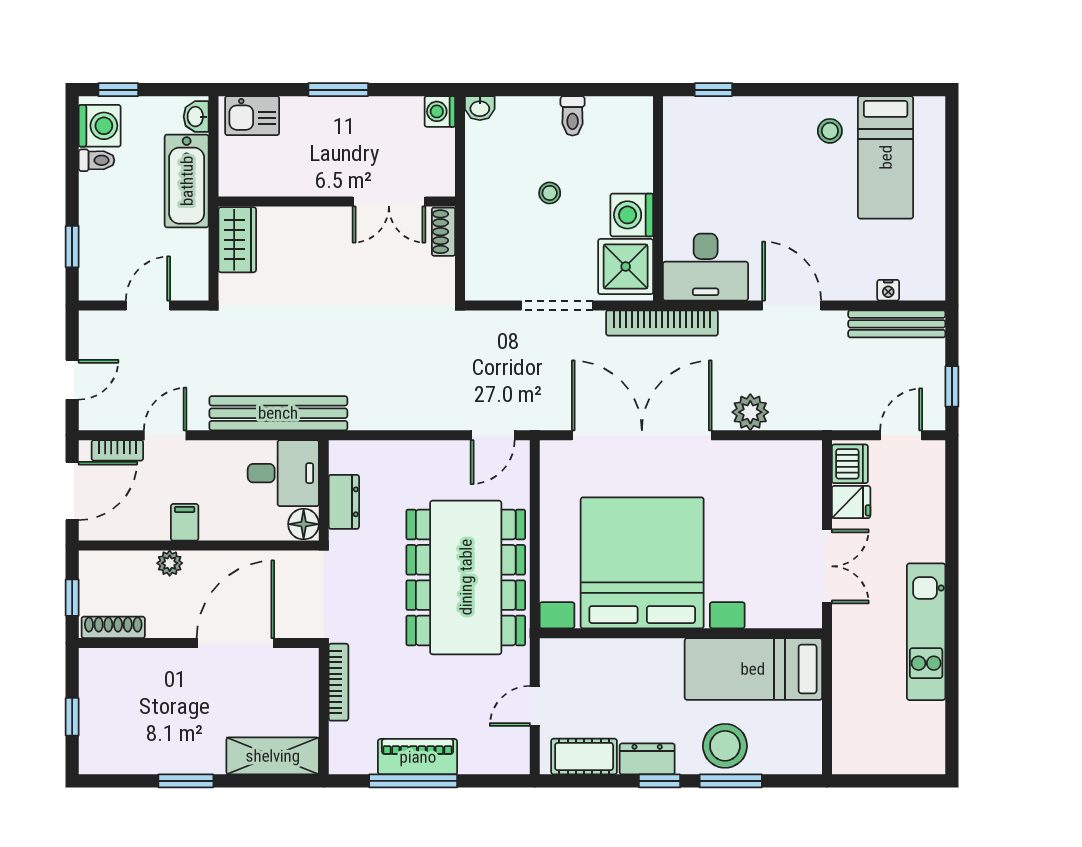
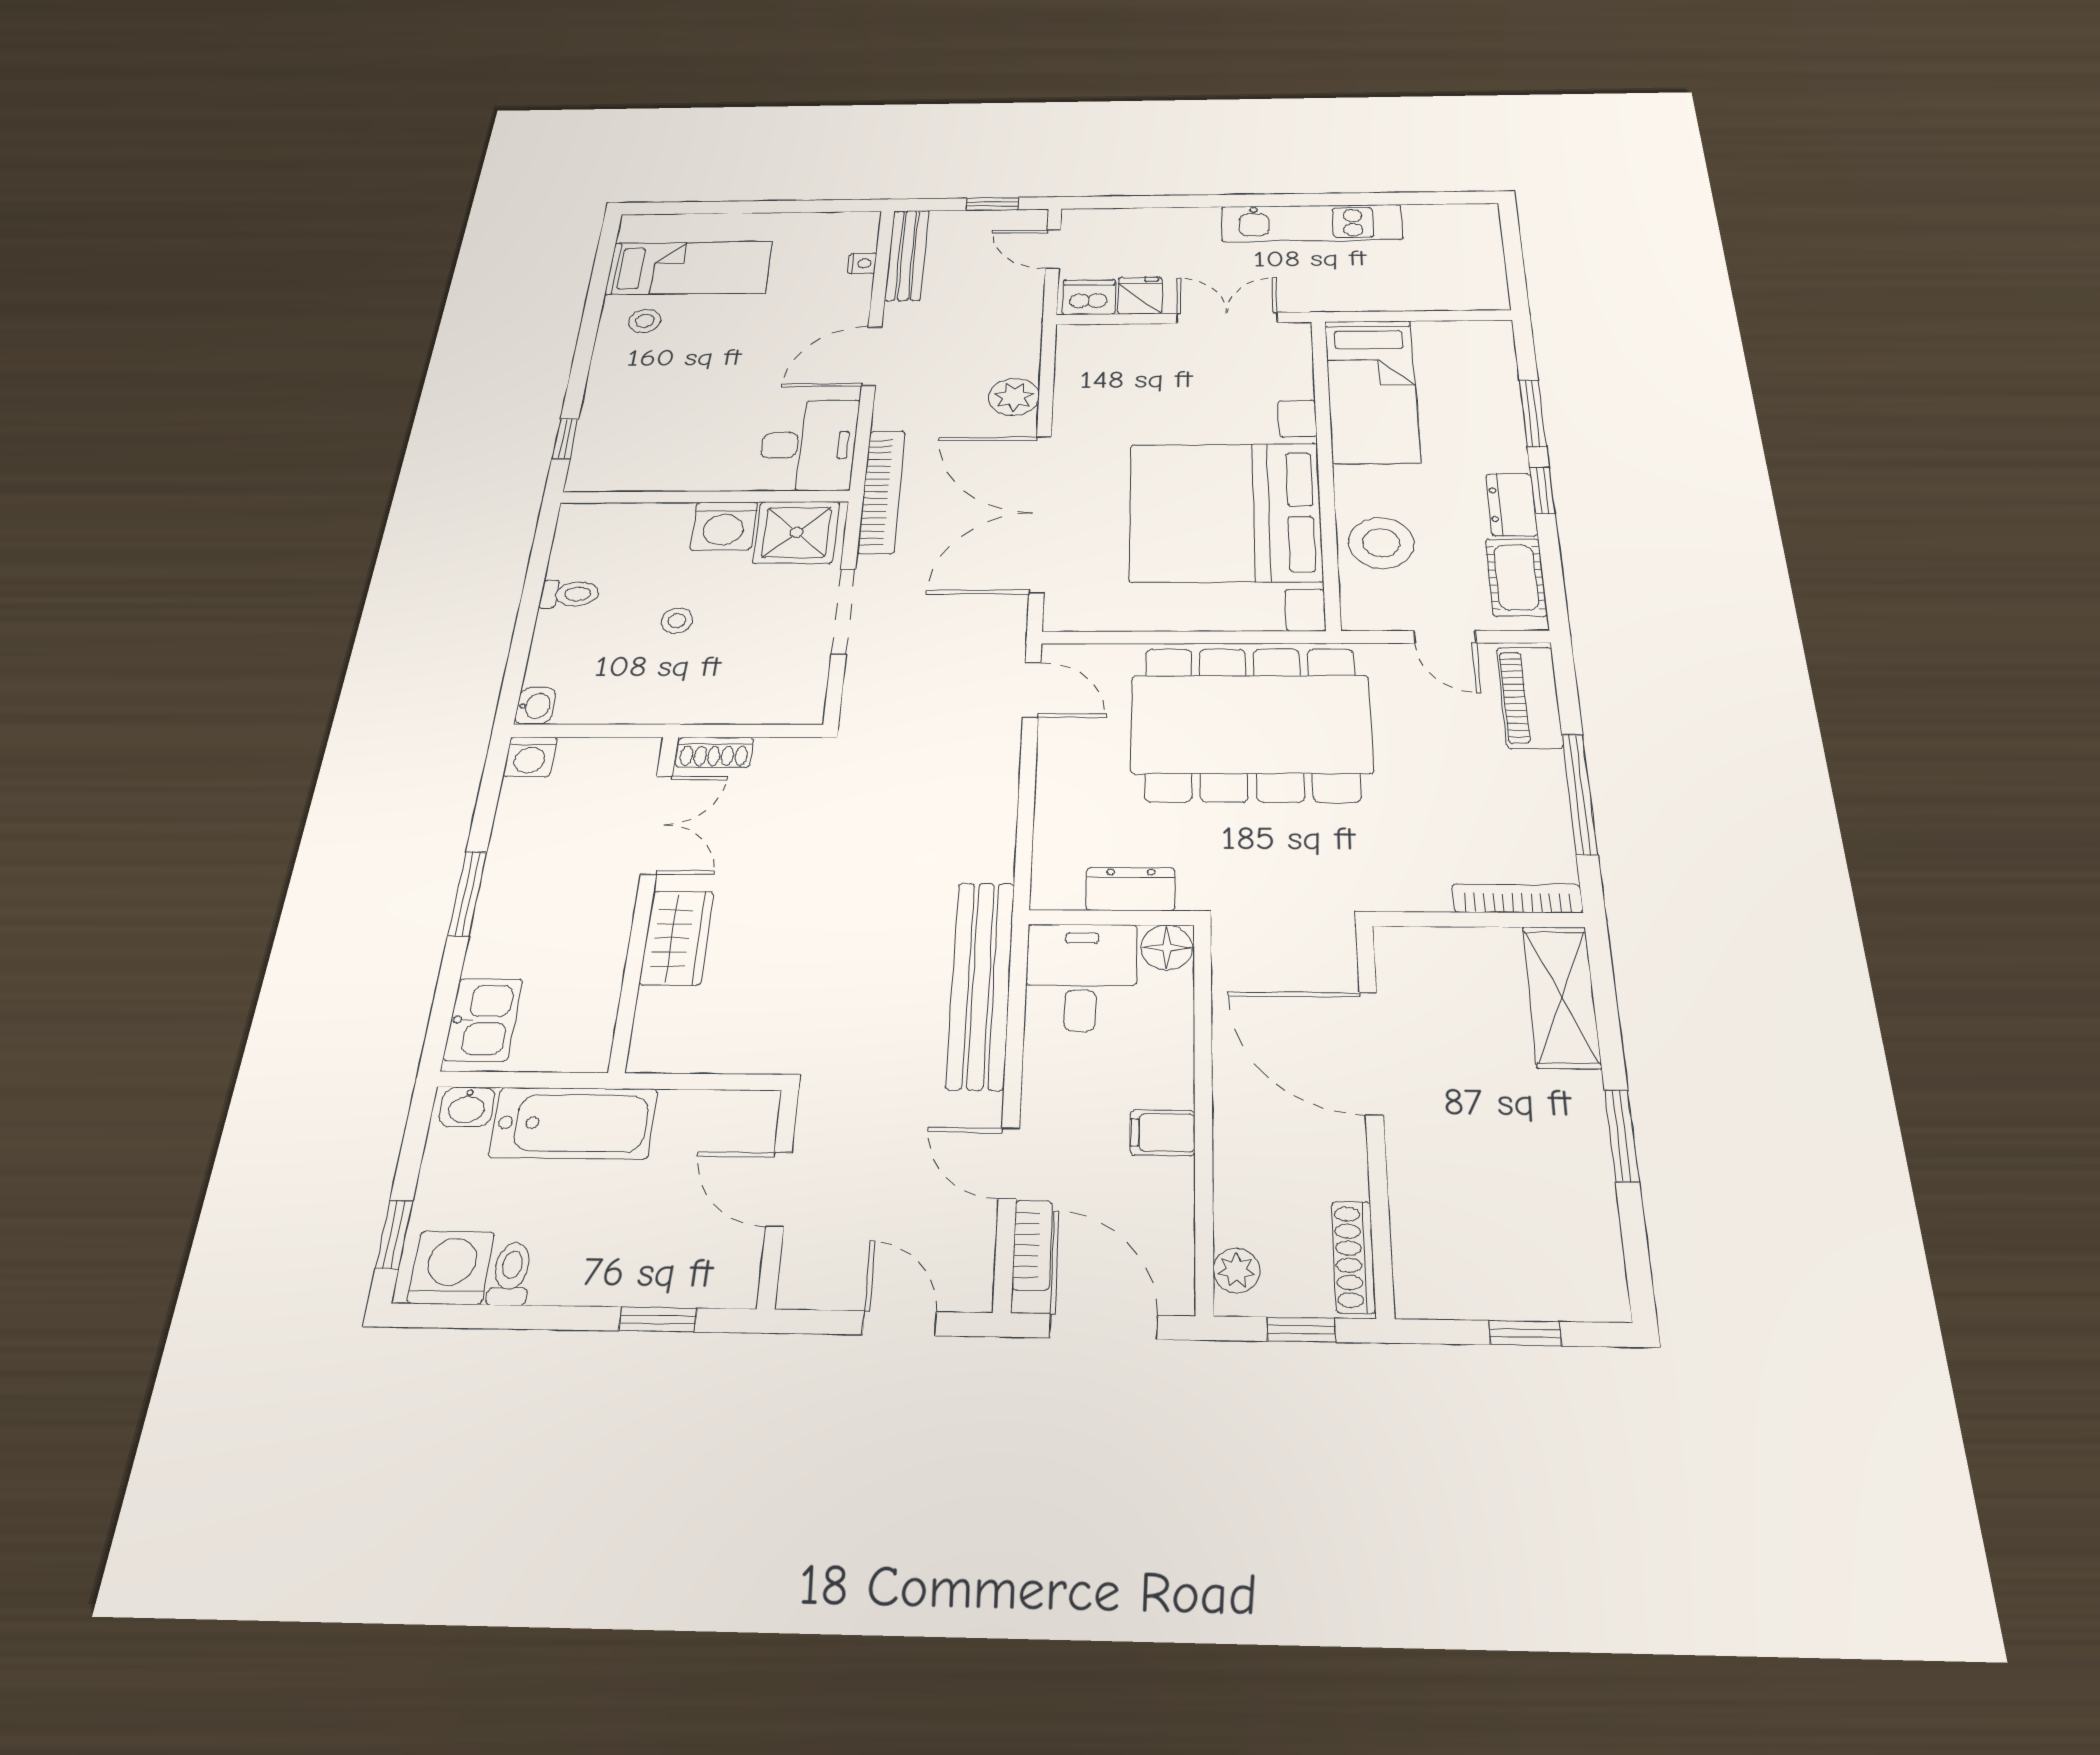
wardrobe: (237, 240) -> (677, 938), moved, turned 90
plant: (170, 563) -> (1237, 1270), moved
bookcase: (338, 682) -> (1517, 898), moved
stool: (725, 746) -> (1381, 543), moved
piano: (418, 757) -> (1530, 697), moved

